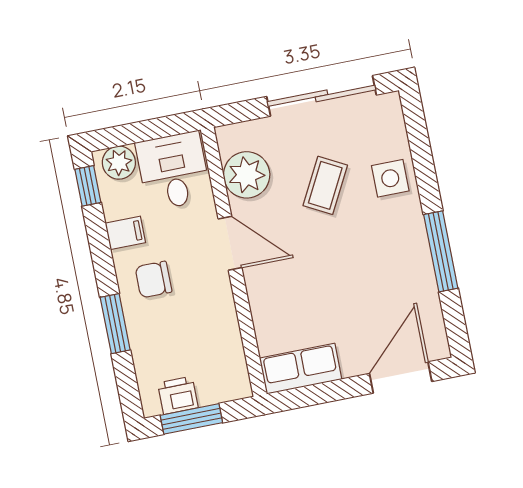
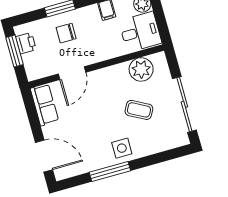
side table: (390, 178) -> (122, 148), moved
door: (230, 243) -> (72, 73), moved
chair: (154, 280) -> (66, 33), moved, turned -90

